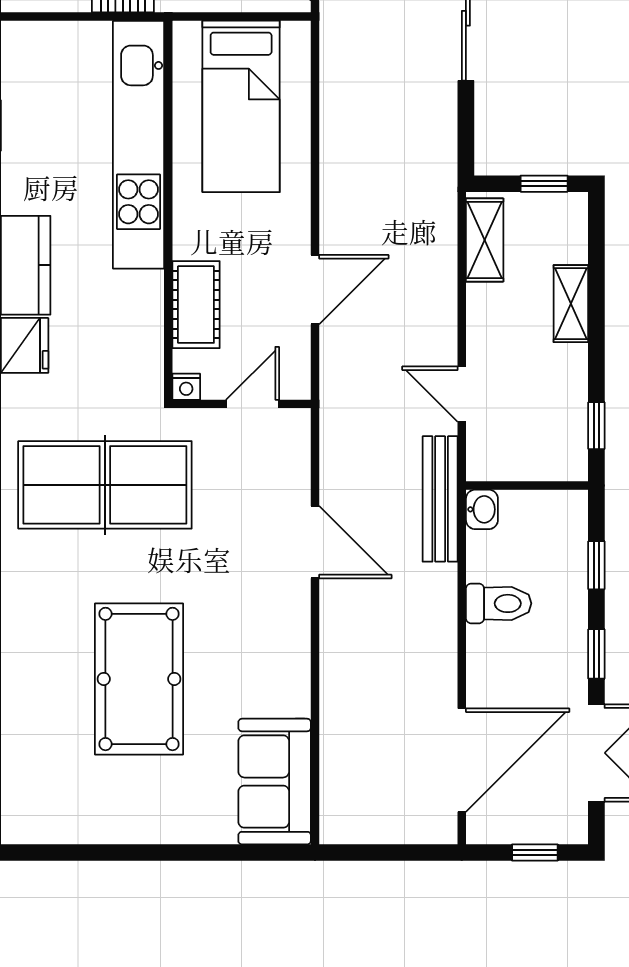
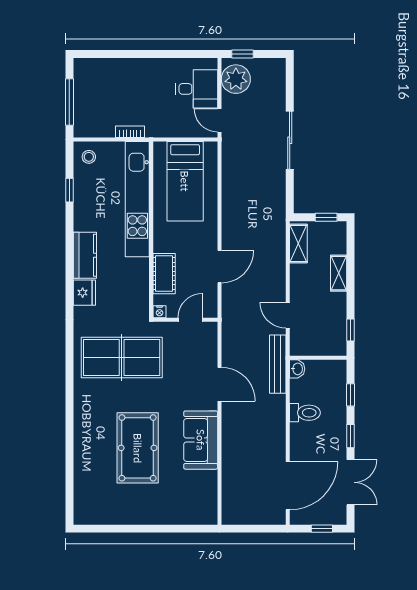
stool: (34, 54) -> (89, 157), added
sofa: (275, 782) -> (201, 440), moved

